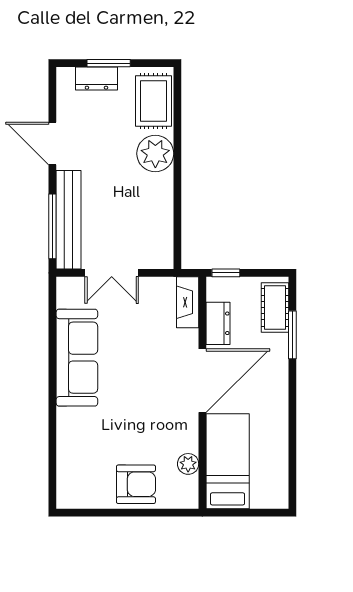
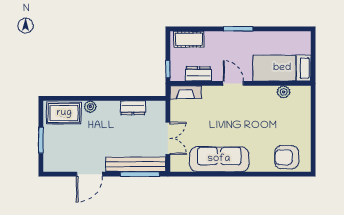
dresser: (96, 79) -> (133, 108), moved, turned 90
plant: (155, 154) -> (90, 107), width x0.53, depth x0.53
window: (292, 335) -> (238, 29), moved
door: (202, 381) -> (233, 83), width x0.53
armchair: (136, 484) -> (287, 157), moved, turned -90

